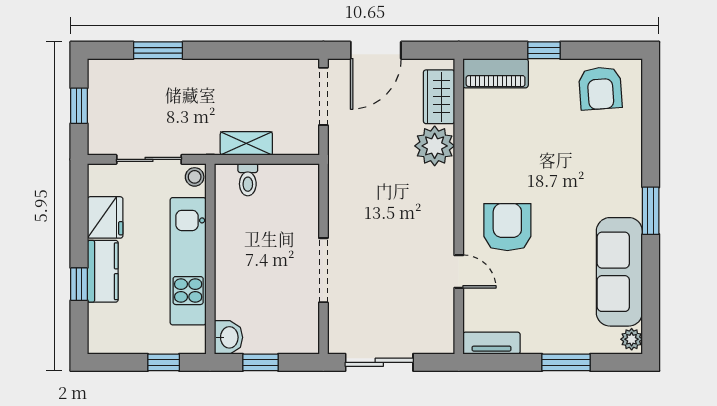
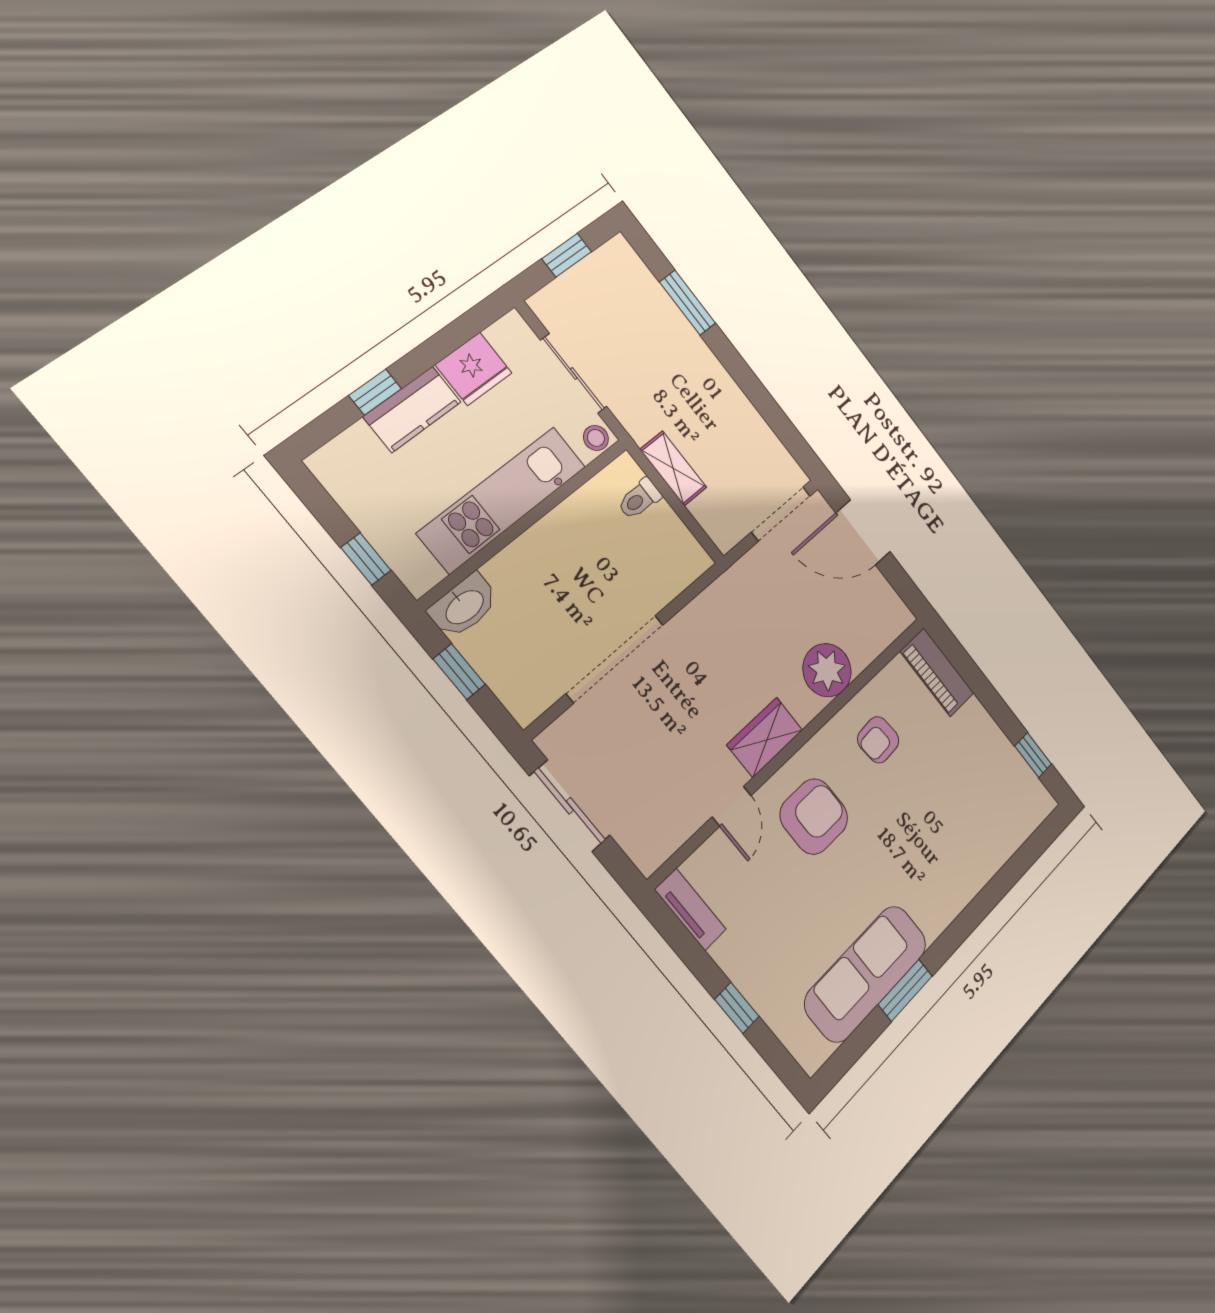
window: (544, 50) -> (1033, 755), moved
armchair: (600, 88) -> (878, 740), moved, width x0.72, depth x0.72
wardrobe: (439, 97) -> (765, 737), moved
window: (651, 211) -> (905, 990), moved
doorway: (323, 270) -> (615, 659), width x1.36
washbasin: (228, 337) -> (464, 606), width x1.38
plant: (632, 339) -> (815, 1053), removed
window: (566, 362) -> (737, 1008), width x0.67

